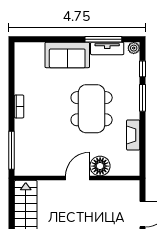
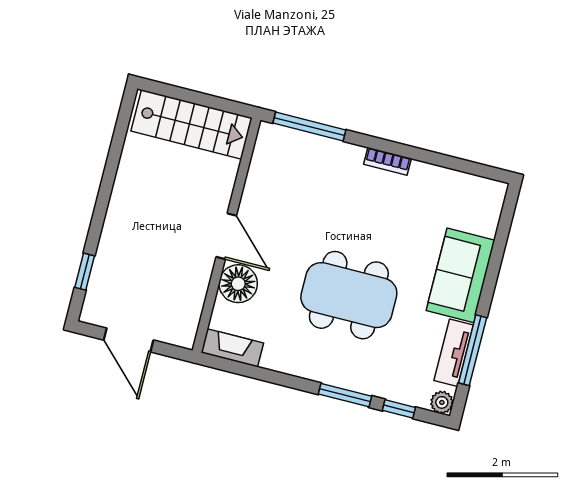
fireplace: (133, 135) -> (232, 348), moved

